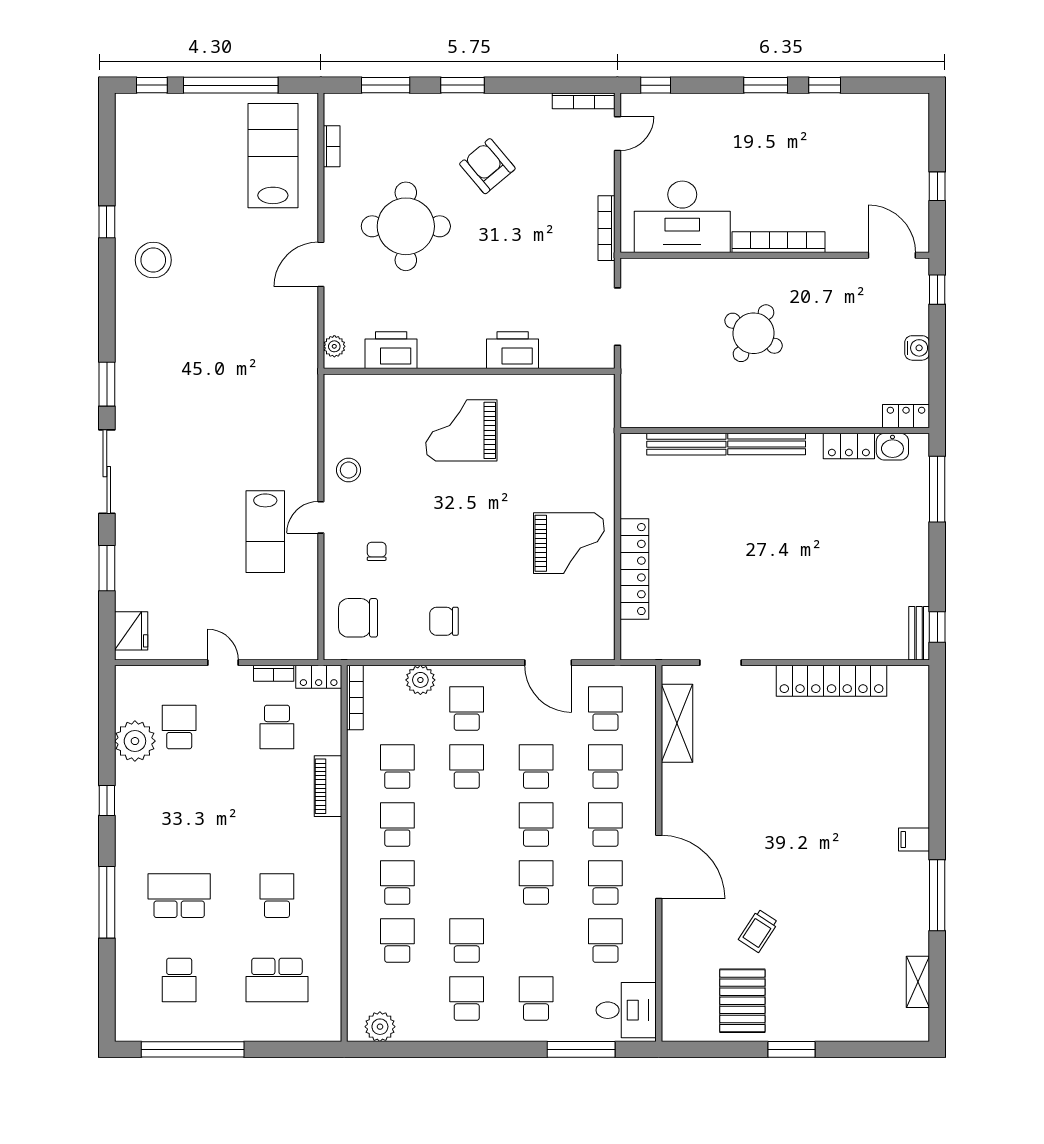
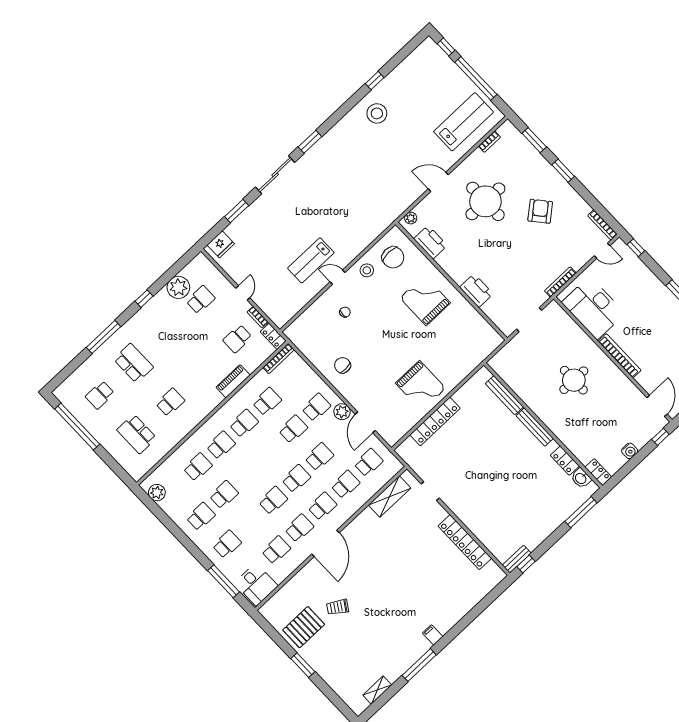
round table: (754, 333) -> (574, 380), turned -31
chair: (358, 618) -> (393, 257), moved, turned 180
plant: (420, 680) -> (342, 412), moved

